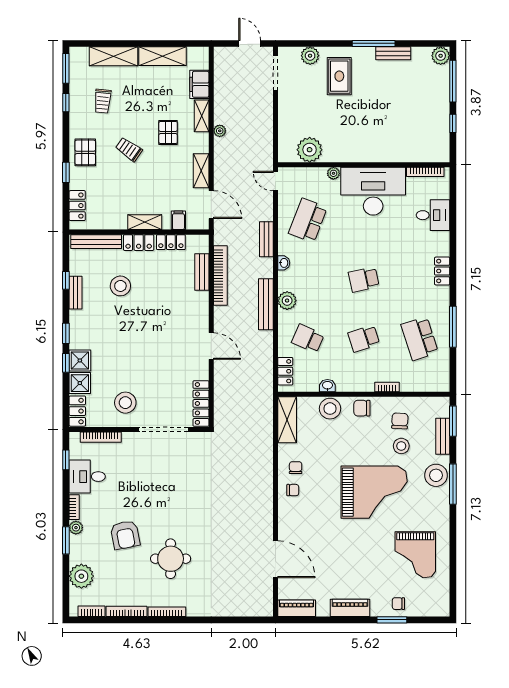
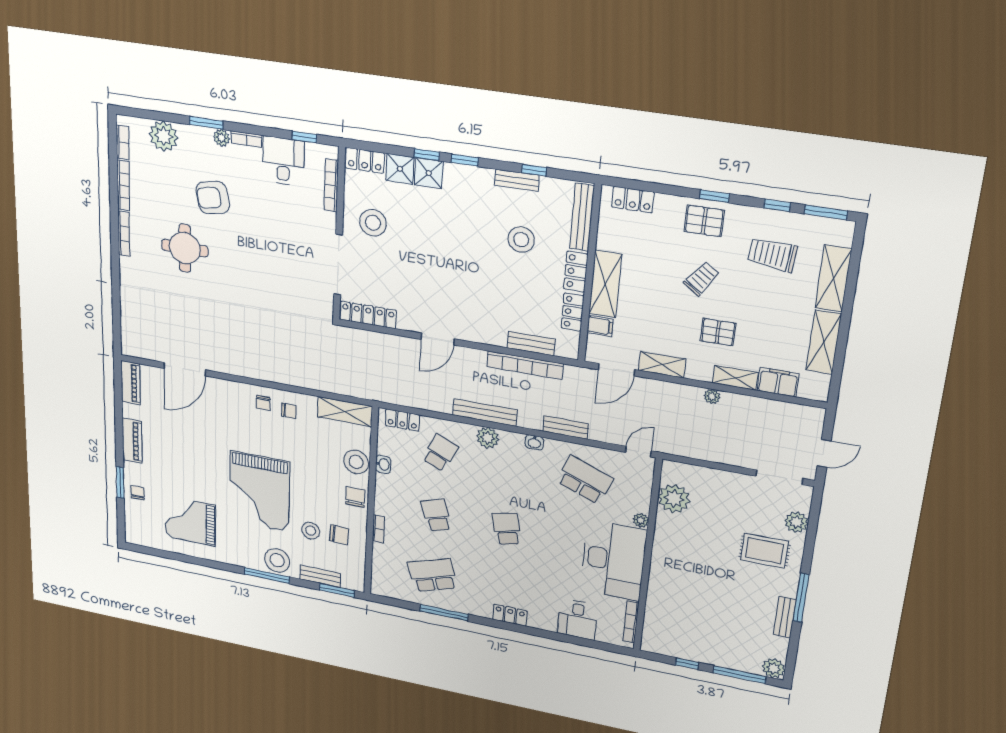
trolley: (103, 101) -> (772, 255), width x1.36, depth x1.39
window: (66, 172) -> (714, 196), moved
shelving: (145, 222) -> (605, 284), width x1.50, depth x1.33

